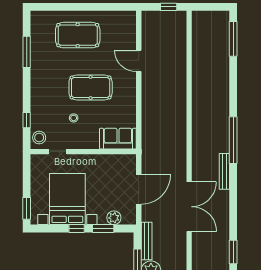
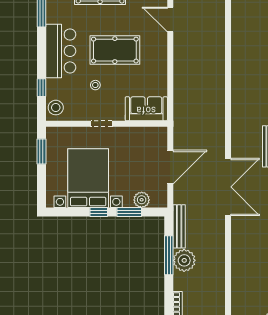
bar counter: (43, 88) -> (61, 51), added
doorway: (58, 152) -> (101, 124), moved
window: (27, 208) -> (41, 151), moved

